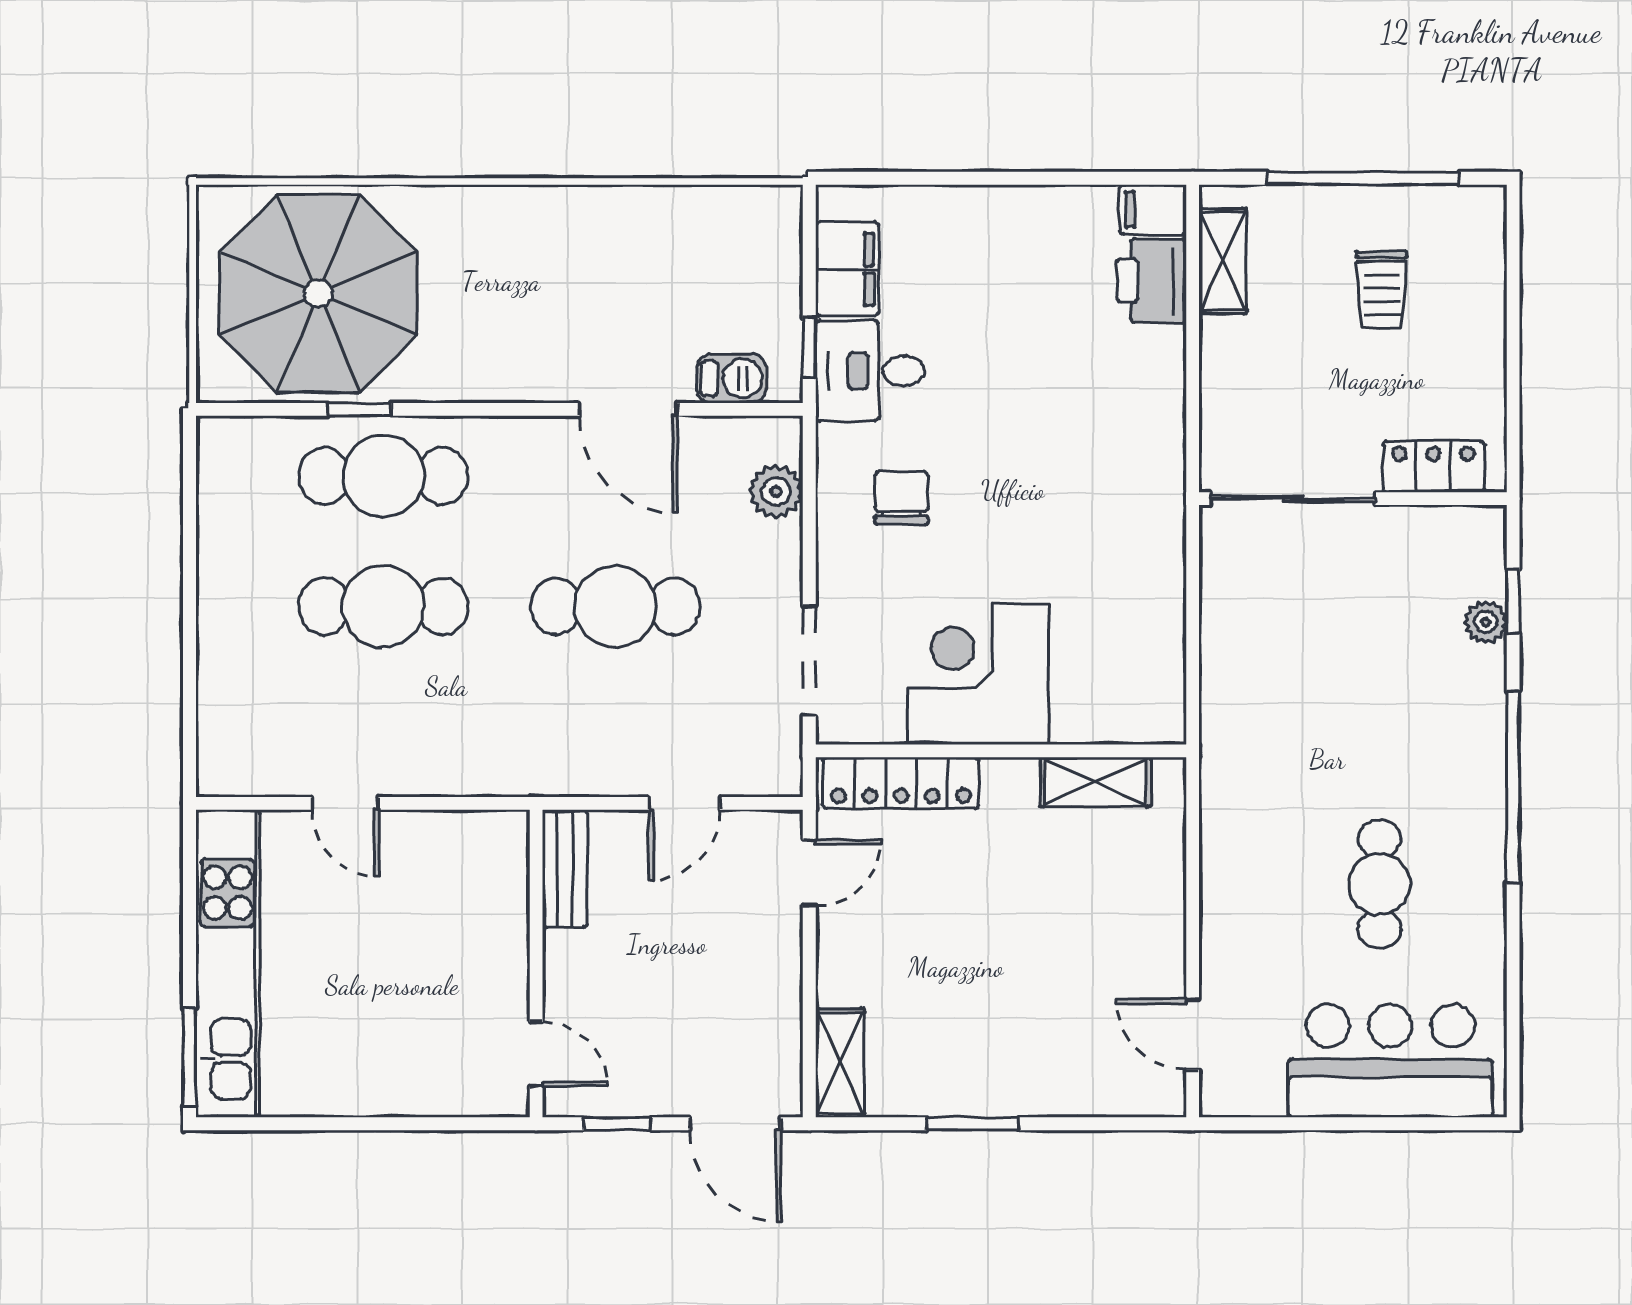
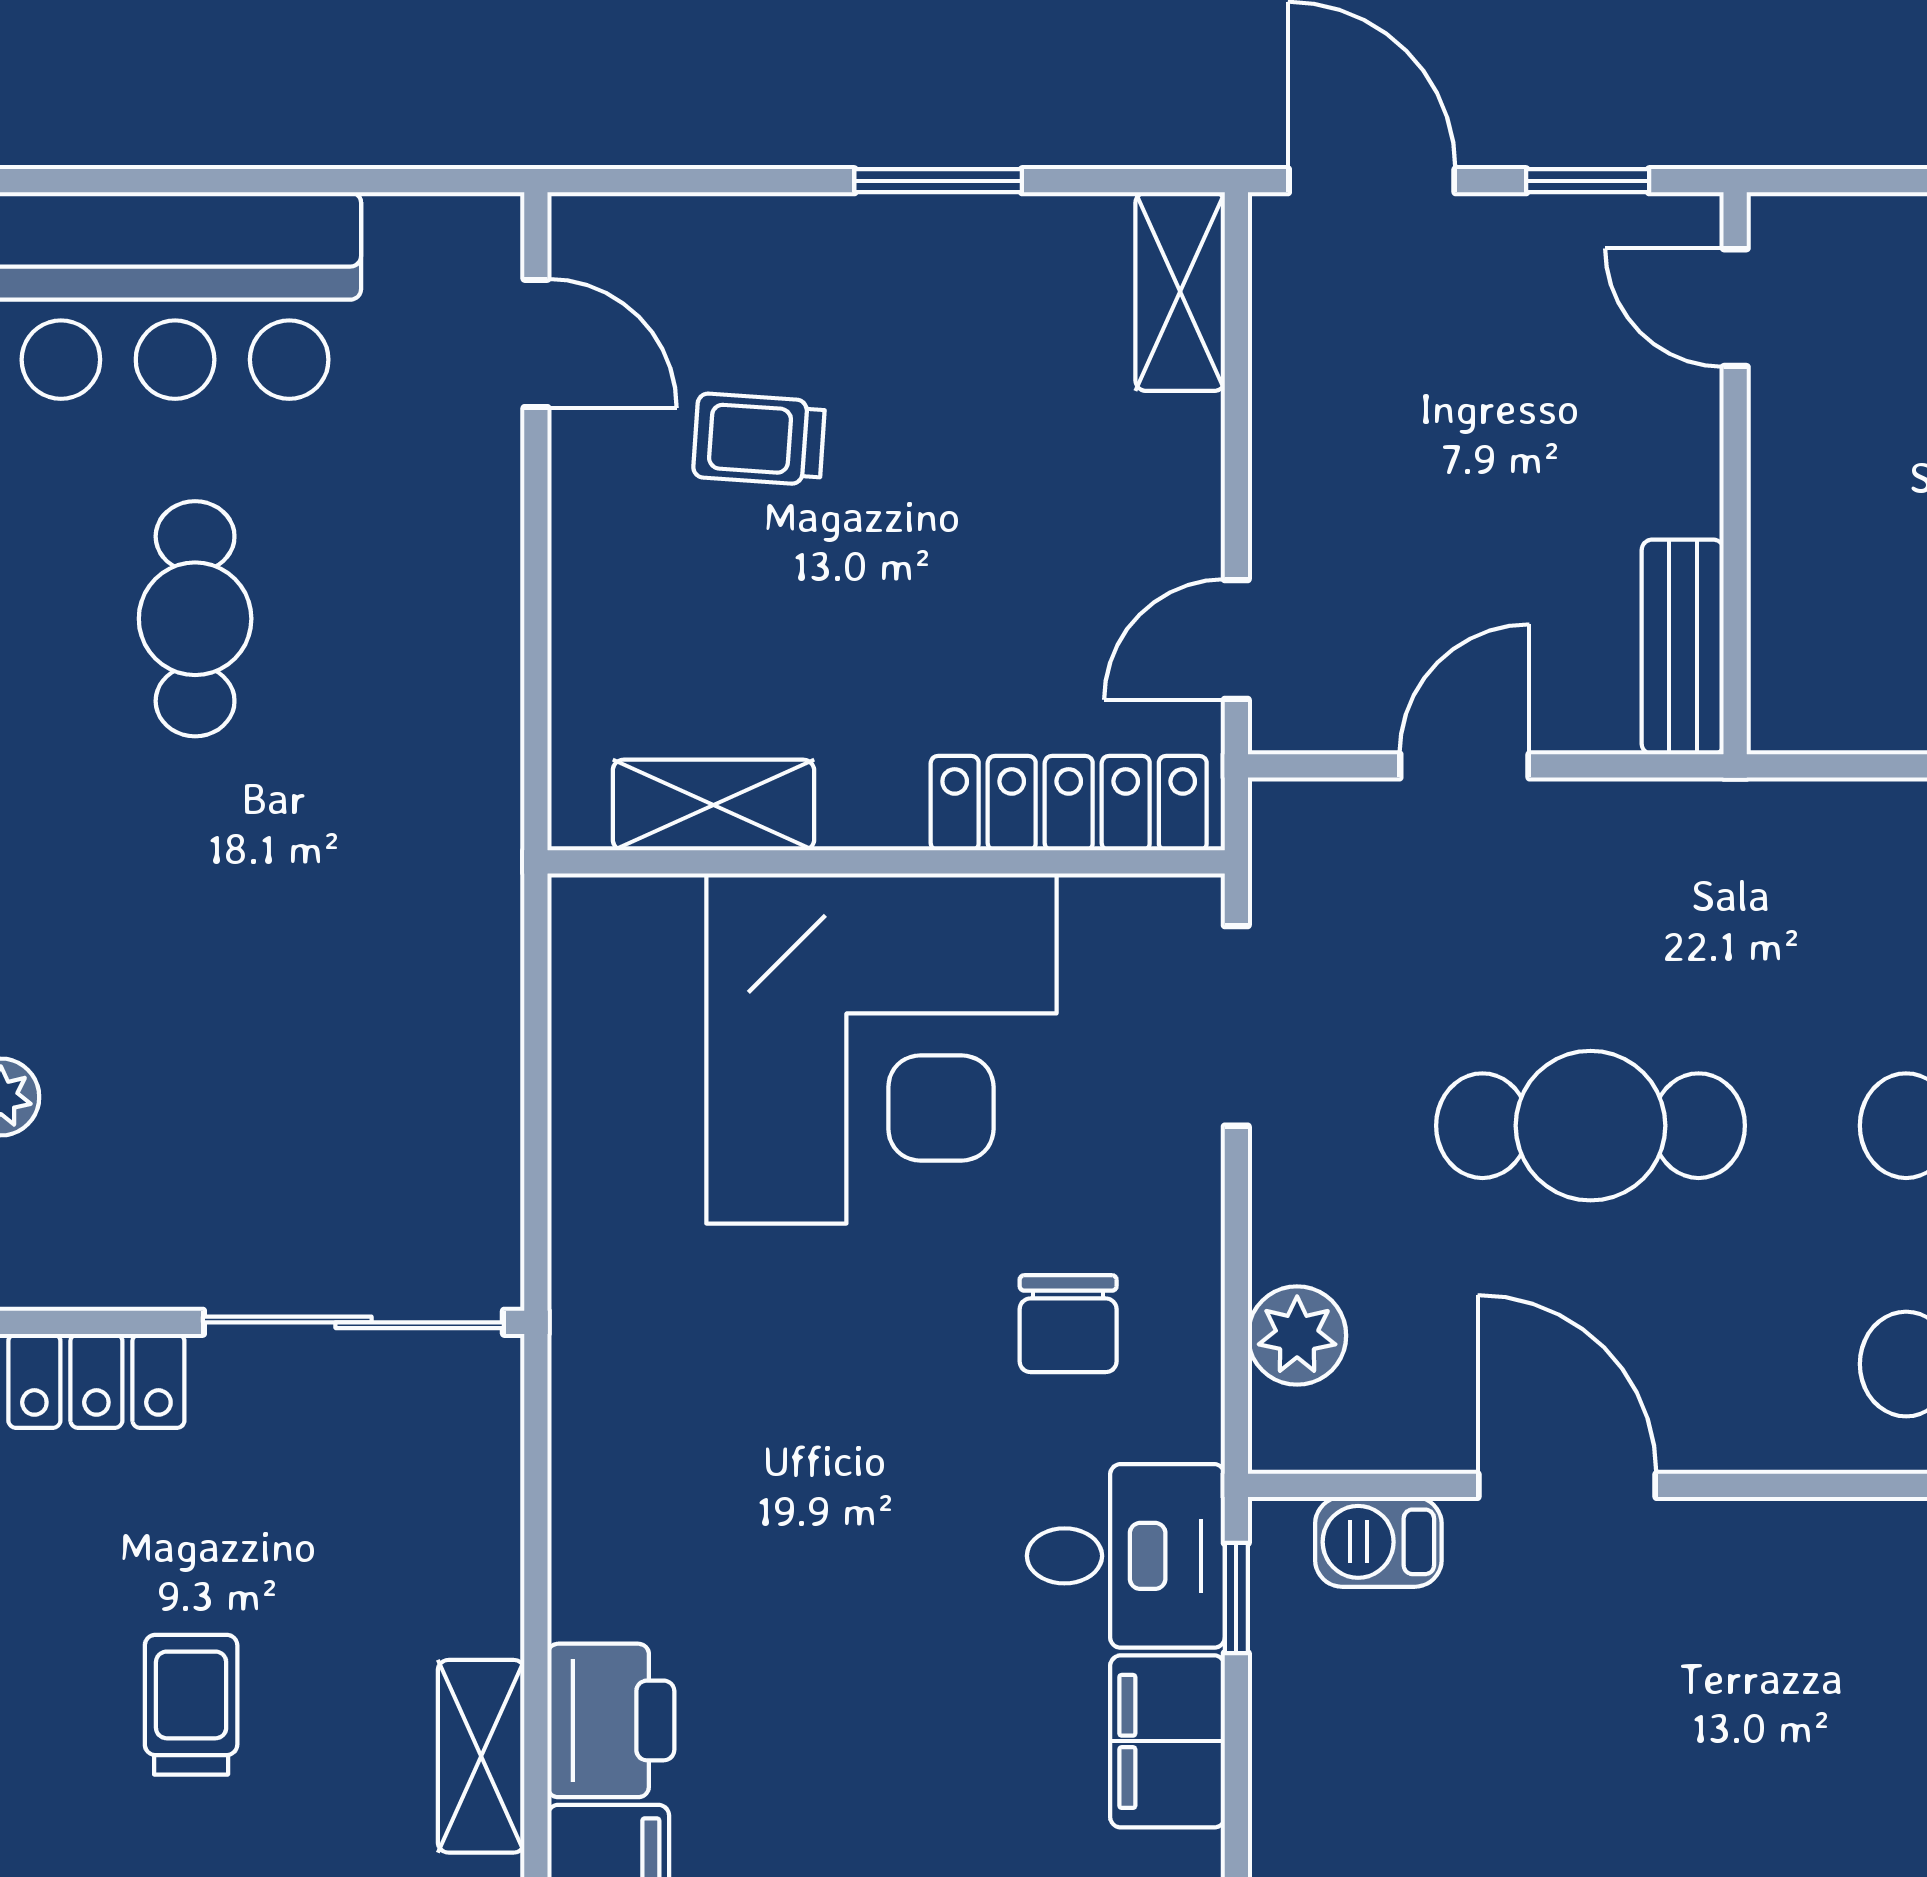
corner desk: (978, 674) -> (881, 1048), width x1.36, depth x1.36
trolley: (1071, 982) -> (759, 439), added

